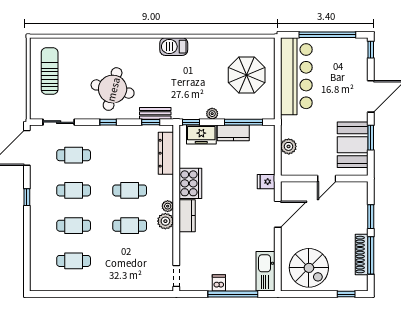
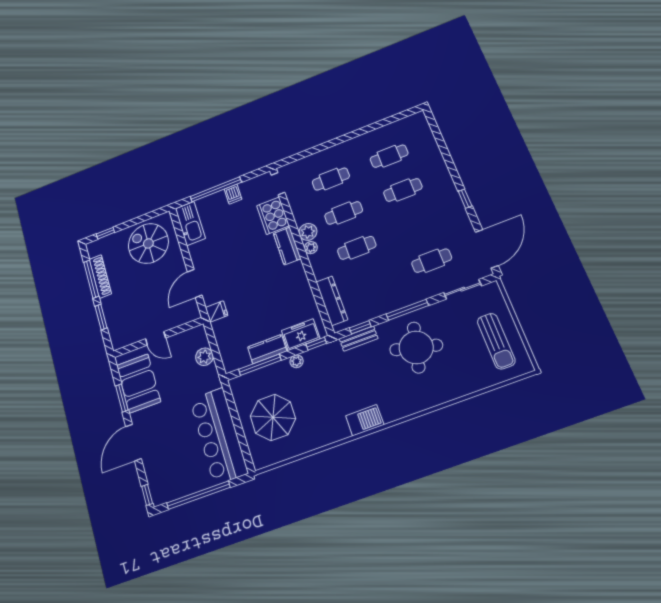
window: (108, 122) -> (407, 310), width x2.17
door: (327, 178) -> (156, 338), swing flipped
cooker: (190, 183) -> (273, 216), moved
cafe table: (74, 190) -> (331, 179), moved

